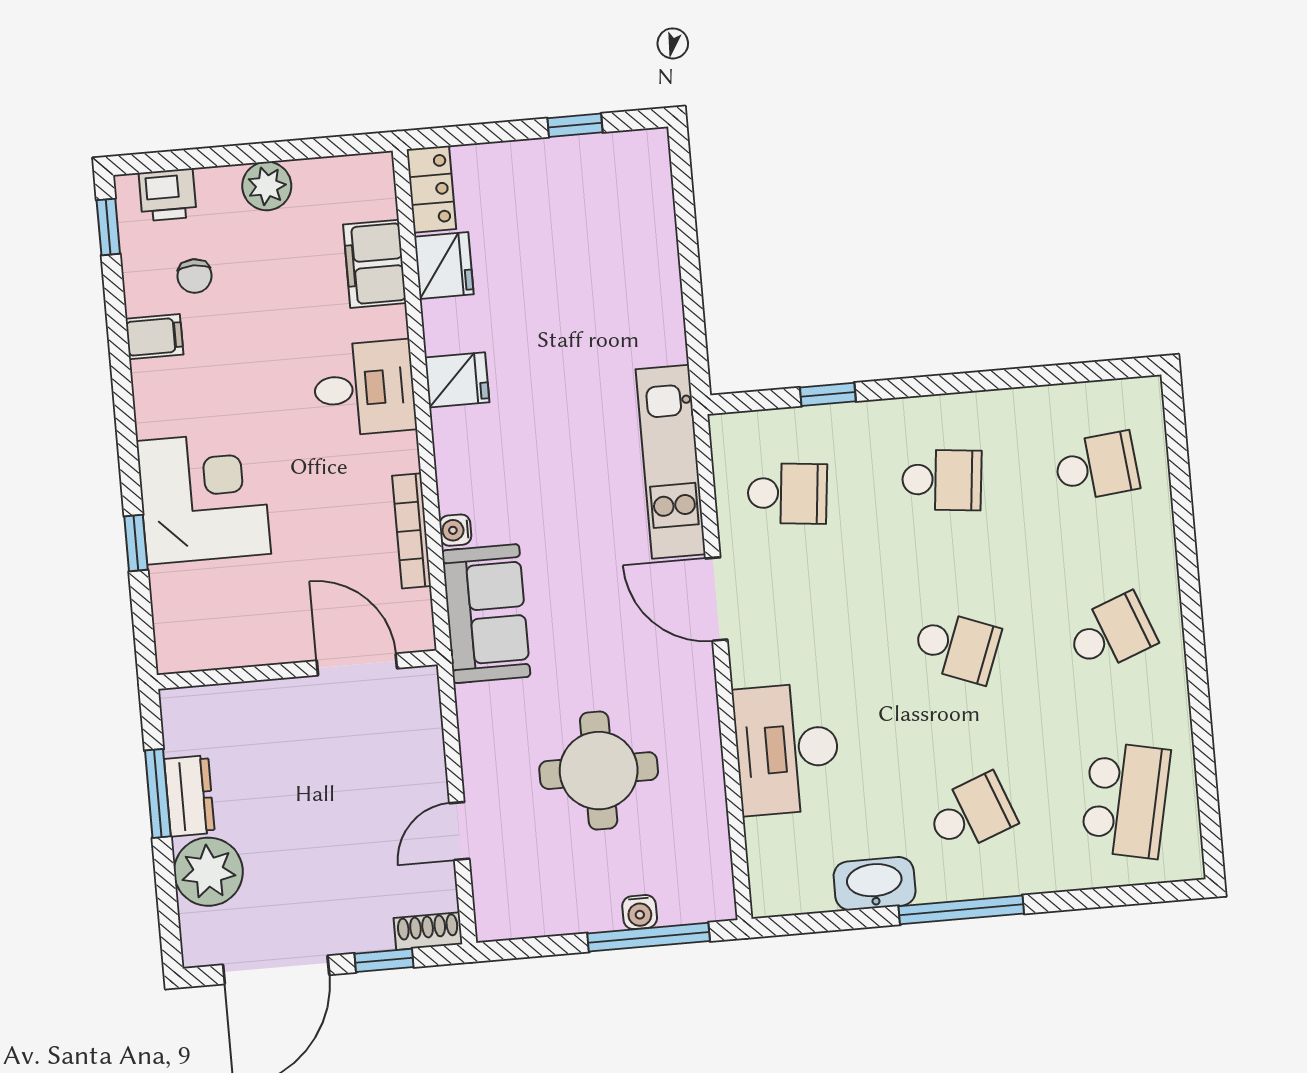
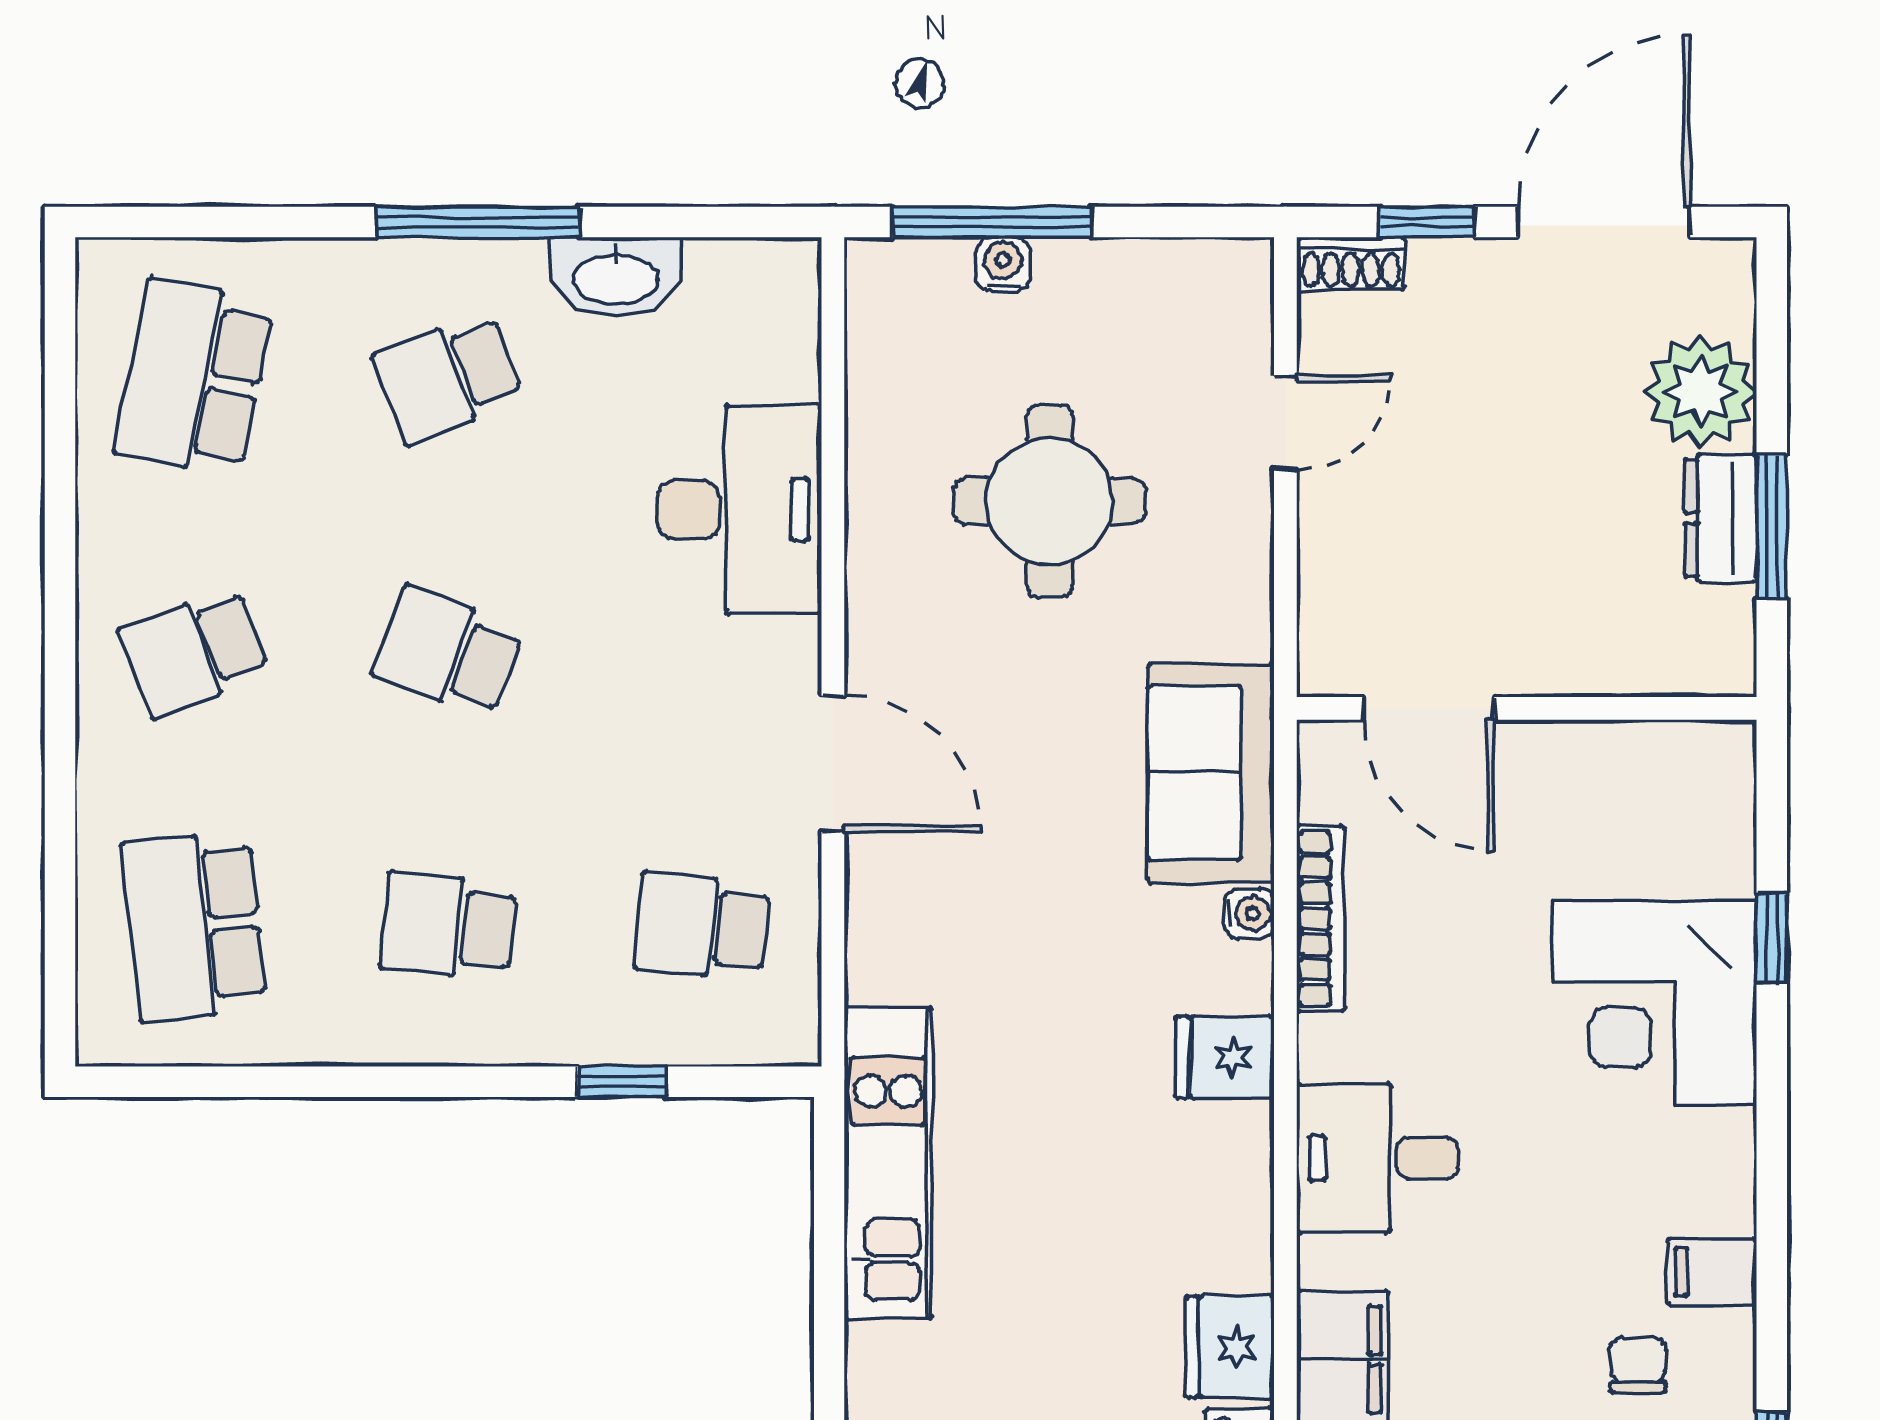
fridge: (457, 380) -> (1225, 1057), moved
kitchen unit: (671, 462) -> (888, 1163), moved
school desk: (1096, 466) -> (194, 926), width x1.85

